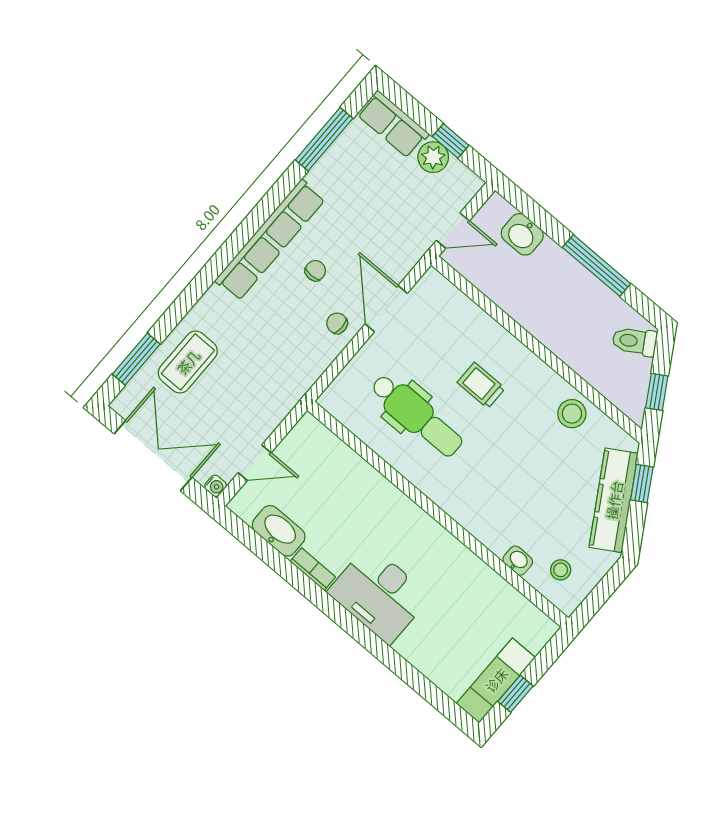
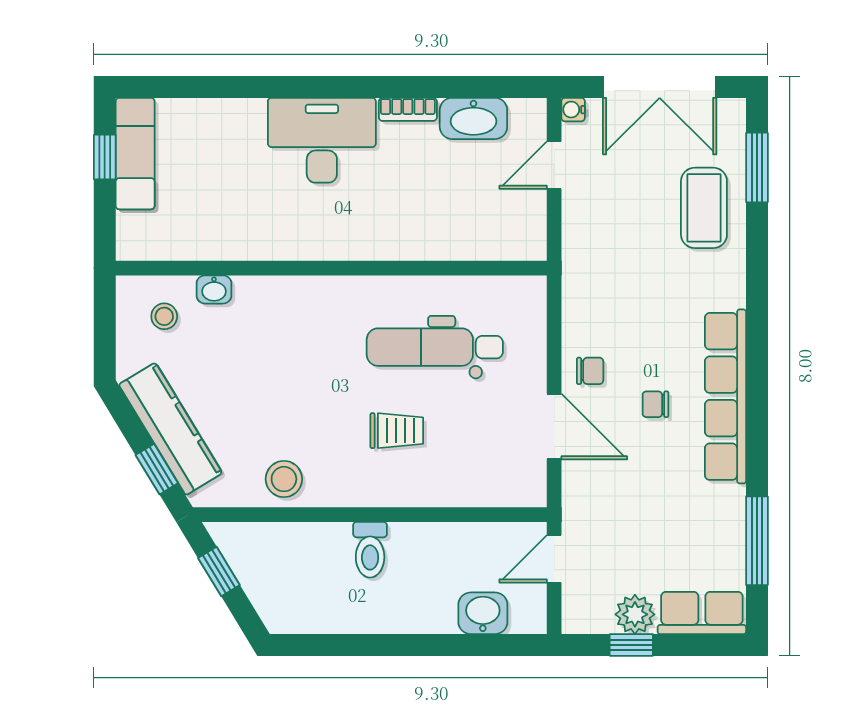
window: (597, 265) -> (384, 645), removed
chair: (315, 271) -> (655, 404), turned 90
toilet: (635, 341) -> (370, 550), moved, turned 121

